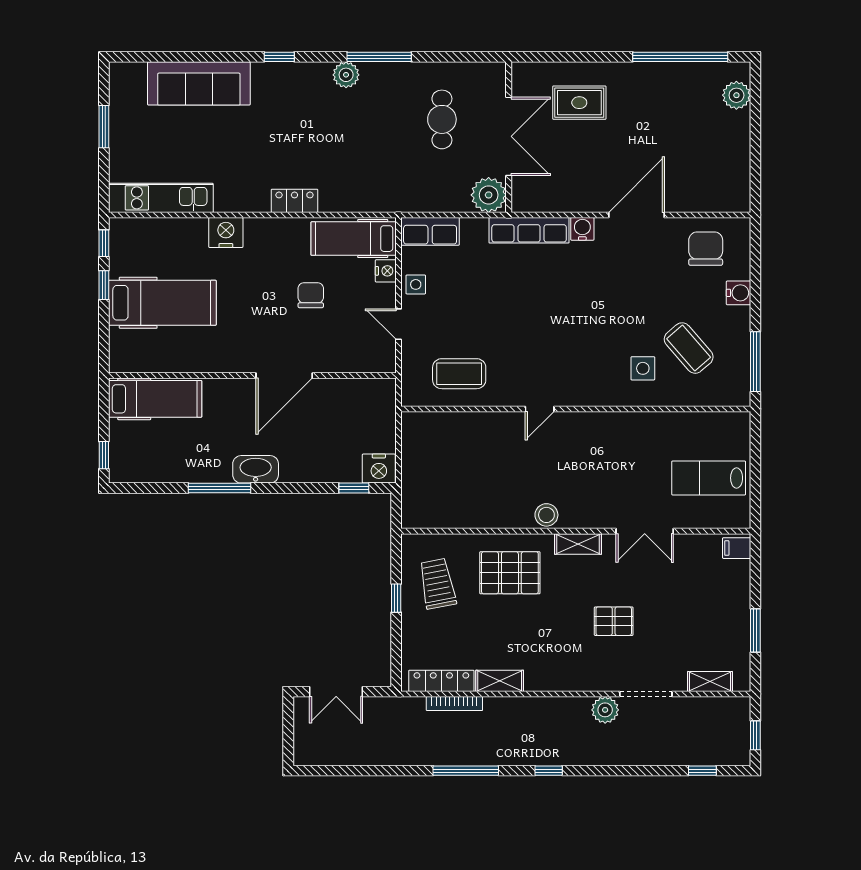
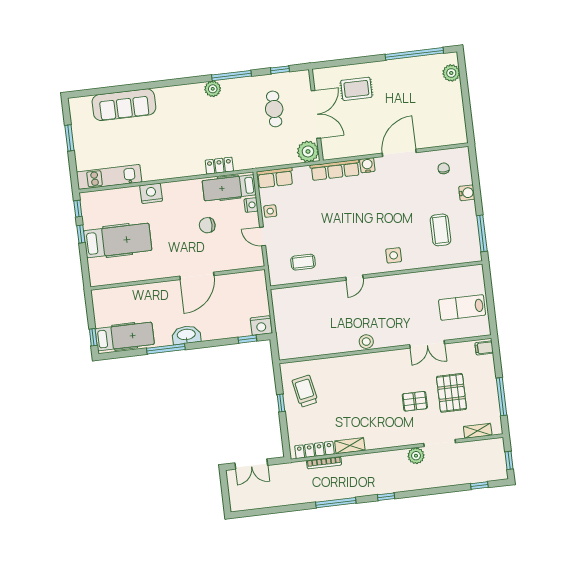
window: (279, 57) -> (280, 70), moved
locker: (294, 201) -> (219, 166), moved
chair: (706, 249) -> (444, 168), width x0.54, depth x0.54
chair: (311, 295) -> (207, 225), turned -90
coffee table: (689, 348) -> (440, 230), turned 41
side table: (643, 368) -> (394, 255), moved
coffee table: (459, 374) -> (303, 262), width x0.73, depth x0.77
hospital bed: (155, 399) -> (125, 336), moved
shelving: (578, 544) -> (387, 357), removed
pallet: (510, 573) -> (451, 393), moved, turned 90
window: (755, 630) -> (501, 397), width x1.44

